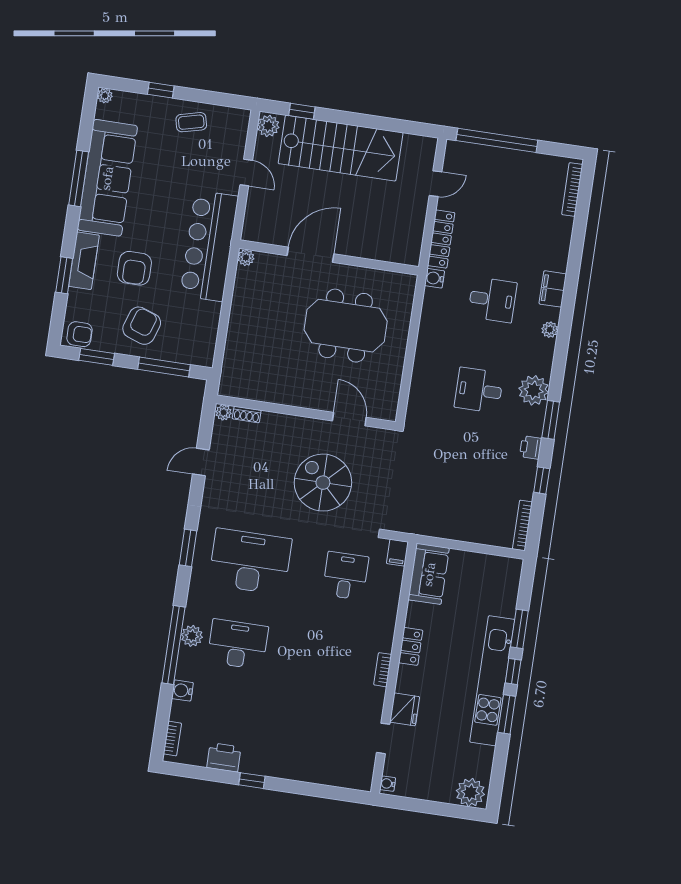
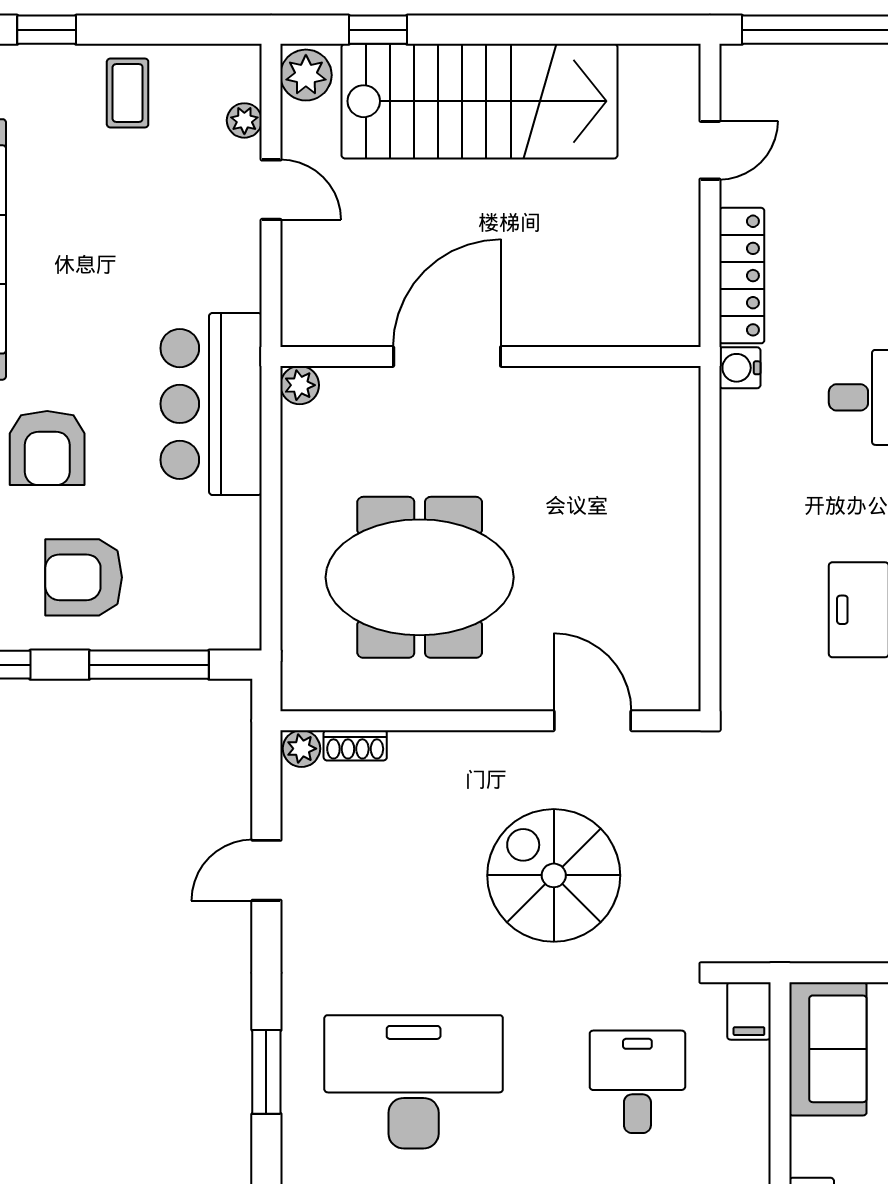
coffee table: (191, 122) -> (128, 93), turned -76
plant: (239, 141) -> (244, 120), added
bar counter: (209, 246) -> (211, 404), width x0.73
armchair: (142, 326) -> (84, 577), turned -109
meeting table: (346, 326) -> (420, 577), moved

